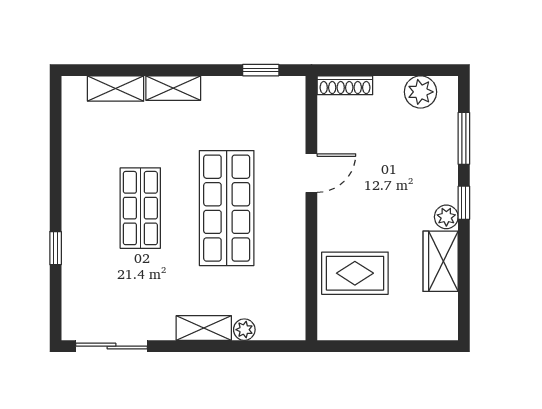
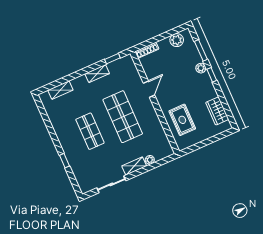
shelving: (173, 88) -> (97, 74), moved
plant: (446, 217) -> (201, 68), moved
wardrobe: (441, 261) -> (217, 111), moved
rug: (355, 273) -> (182, 120), turned 90
sliding door: (112, 346) -> (111, 184), moved

